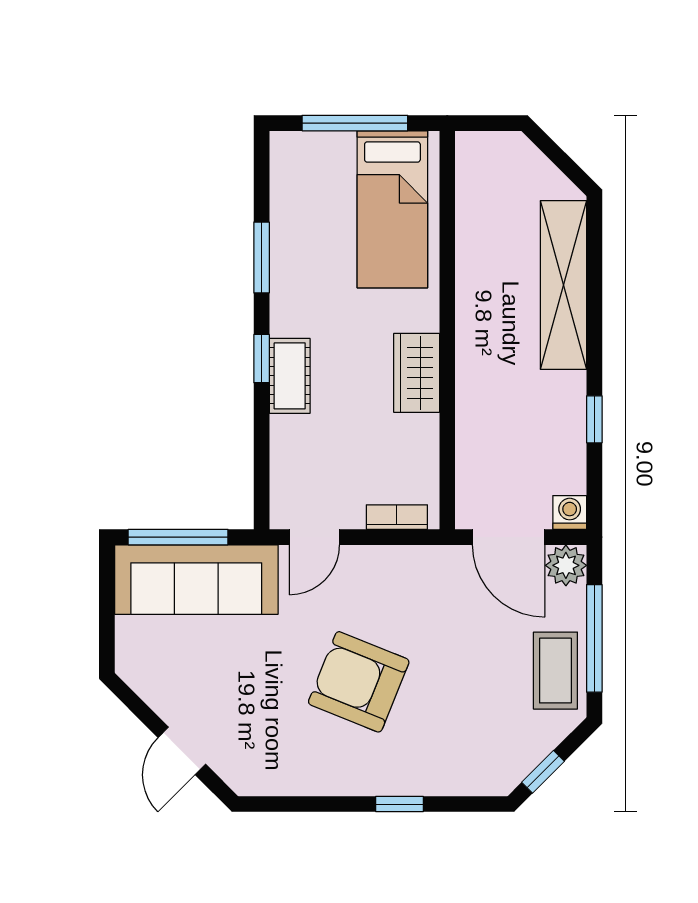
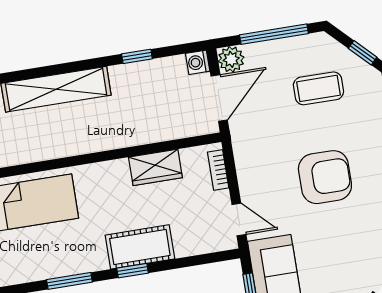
wardrobe: (417, 373) -> (155, 167), moved
cot: (290, 376) -> (140, 247), width x1.37, depth x1.34
coffee table: (555, 671) -> (318, 88), moved
armchair: (359, 682) -> (325, 177), turned -112

